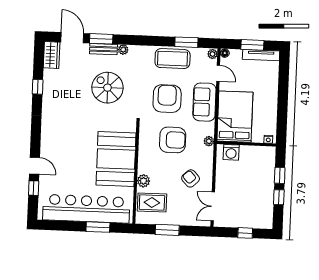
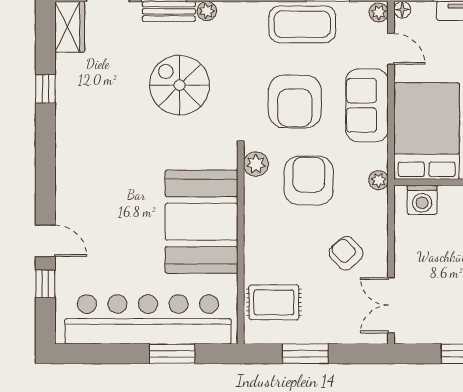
armchair: (167, 99) -> (295, 102), turned 180
armchair: (173, 140) -> (309, 181), turned -90
plant: (143, 181) -> (256, 164), moved

